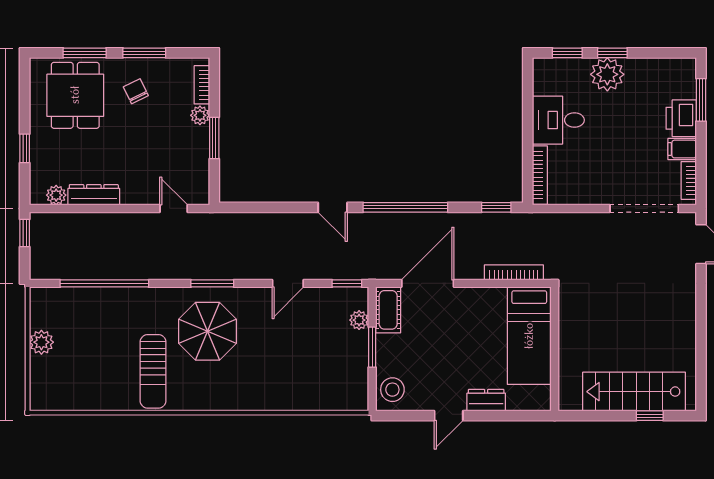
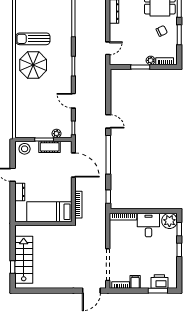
plant: (607, 74) -> (169, 221), moved
printer: (681, 118) -> (159, 282), moved
door: (333, 207) -> (108, 121), swing flipped
cot: (388, 310) -> (50, 147), moved
parasol: (208, 331) -> (33, 65), moved

